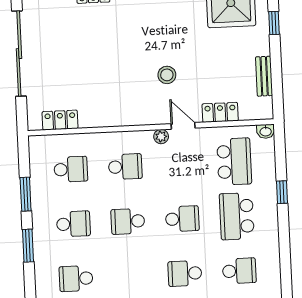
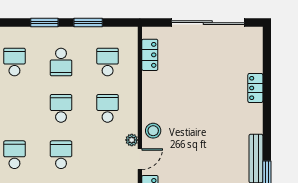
stool: (167, 75) -> (153, 131), moved
school desk: (125, 167) -> (108, 108), turned 180
school desk: (71, 169) -> (108, 62), turned 180
school desk: (182, 219) -> (61, 155), turned 180

